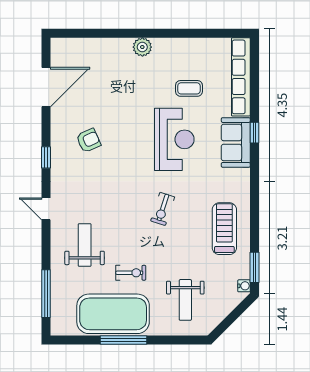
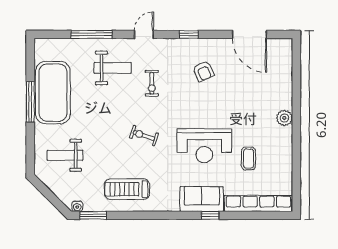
treadmill: (224, 229) -> (127, 189), turned 180
exercise bike: (131, 273) -> (152, 83), moved
window: (46, 294) -> (92, 34), moved

